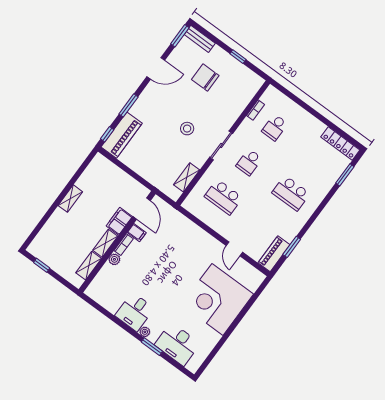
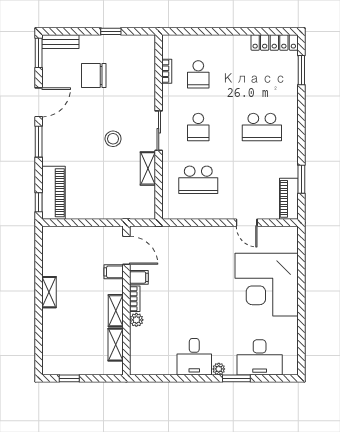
window: (128, 105) -> (39, 142), moved
shelving: (187, 177) -> (148, 168), moved
filing cabinet: (119, 221) -> (114, 272), width x0.50

